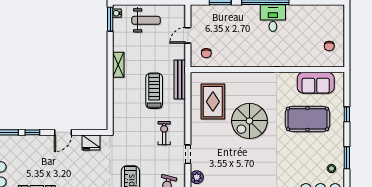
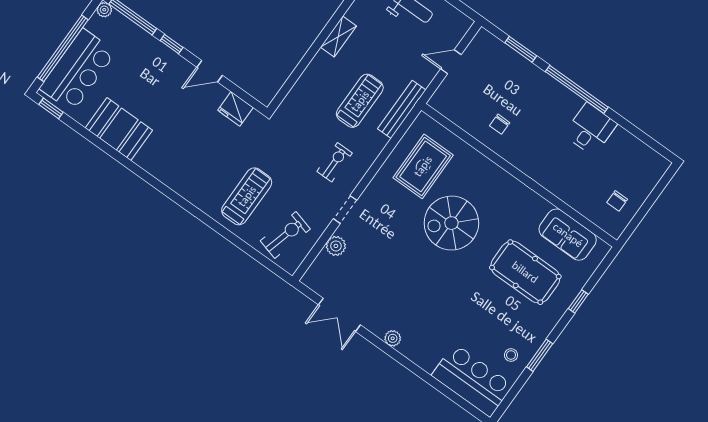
desk: (273, 18) -> (590, 129), moved
chair: (206, 53) -> (500, 124), moved

